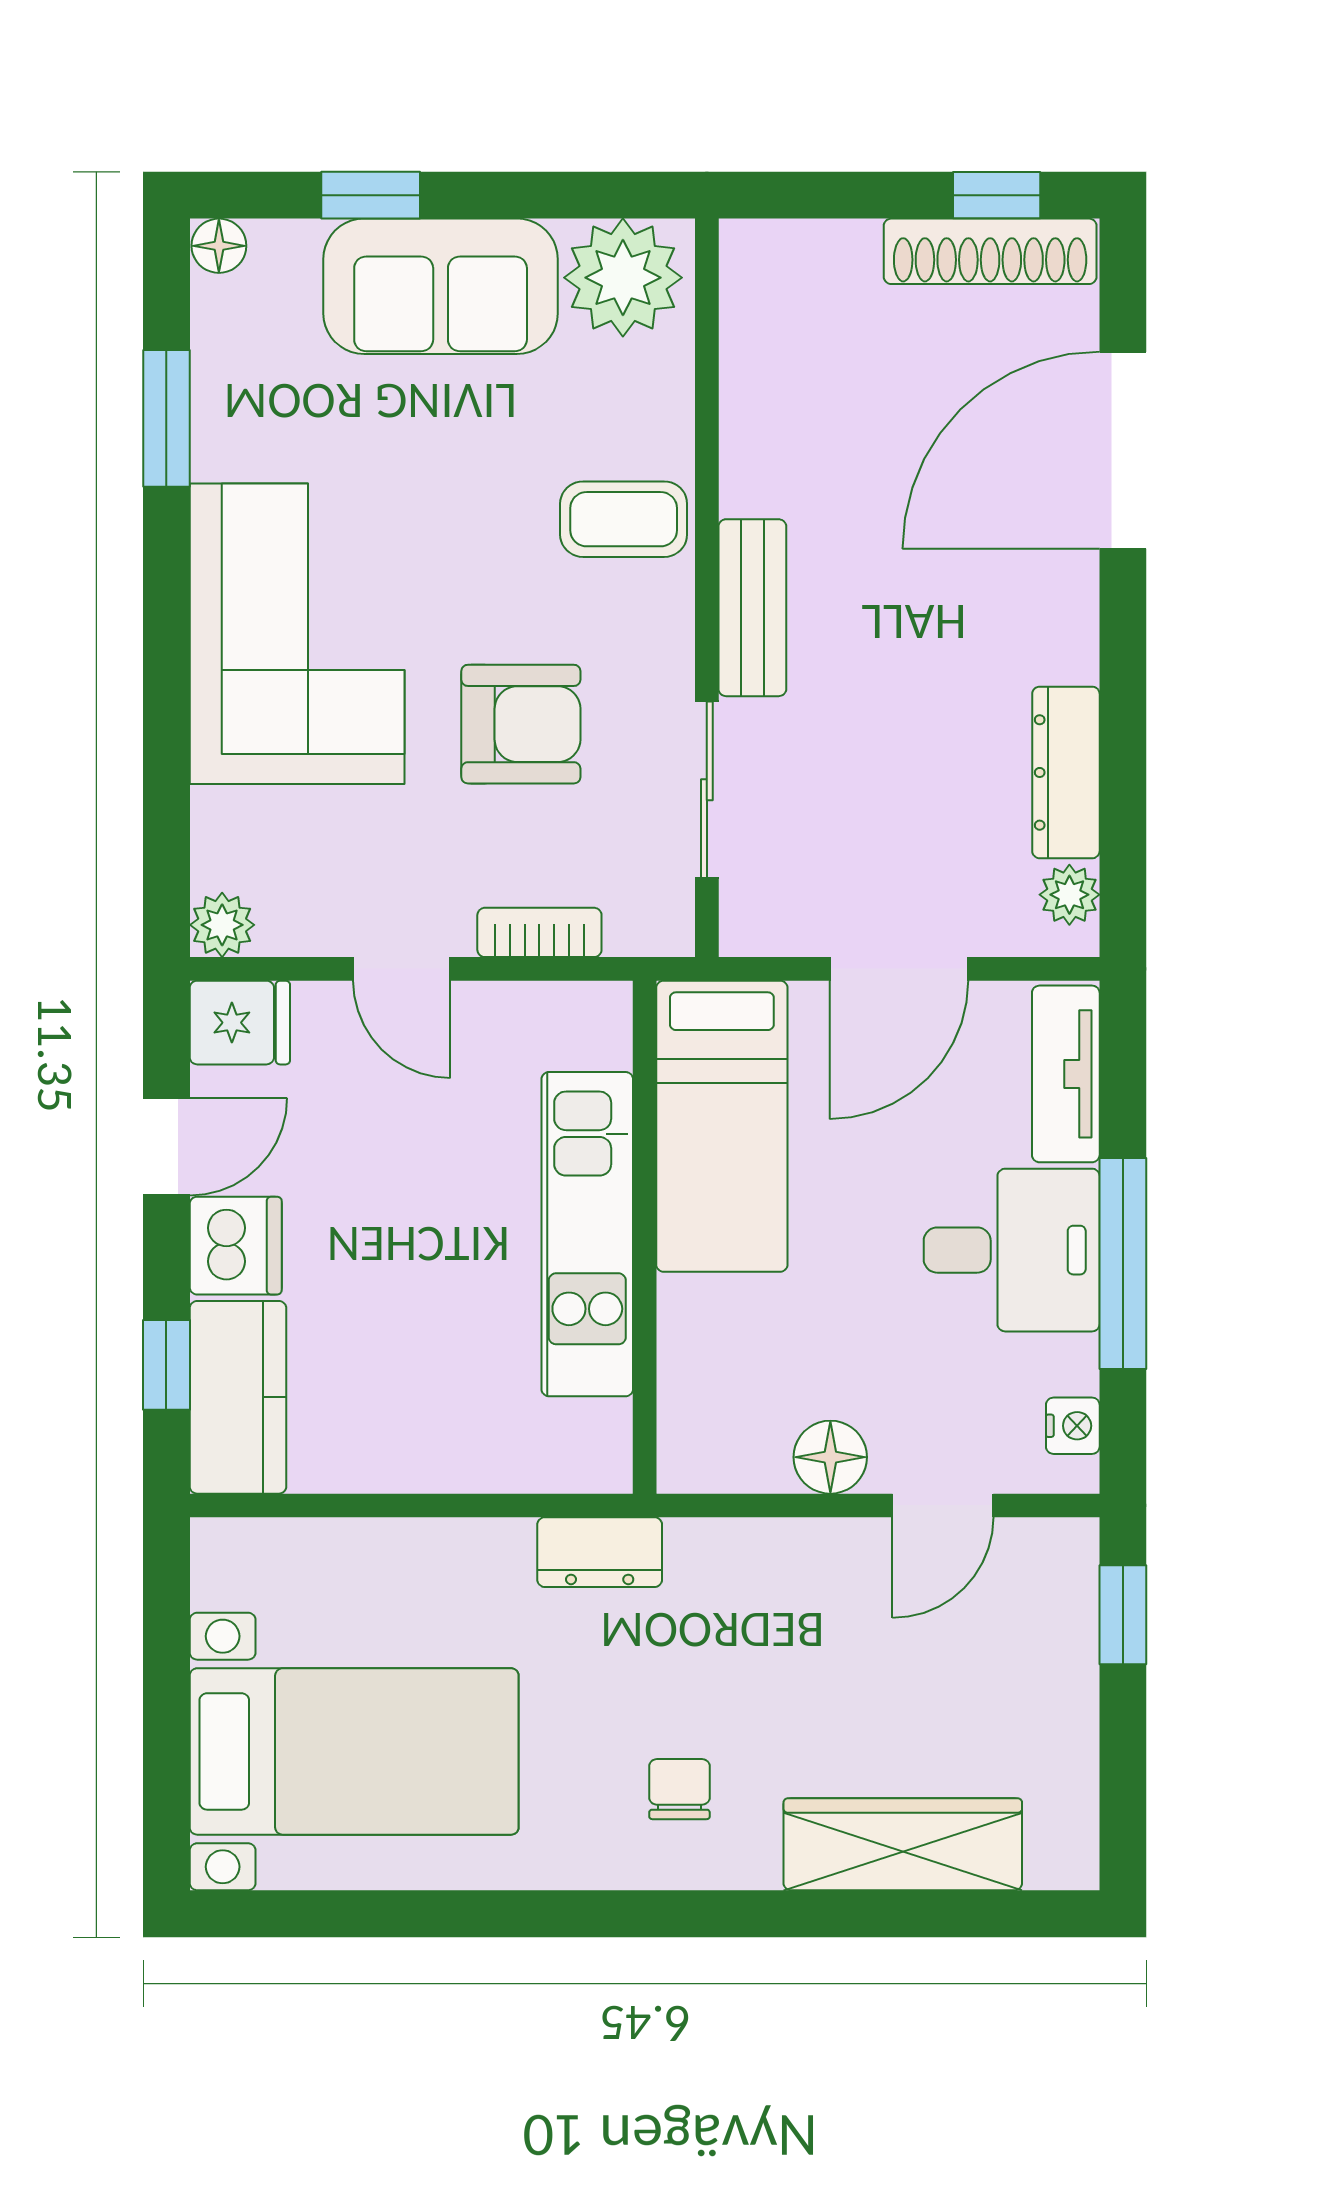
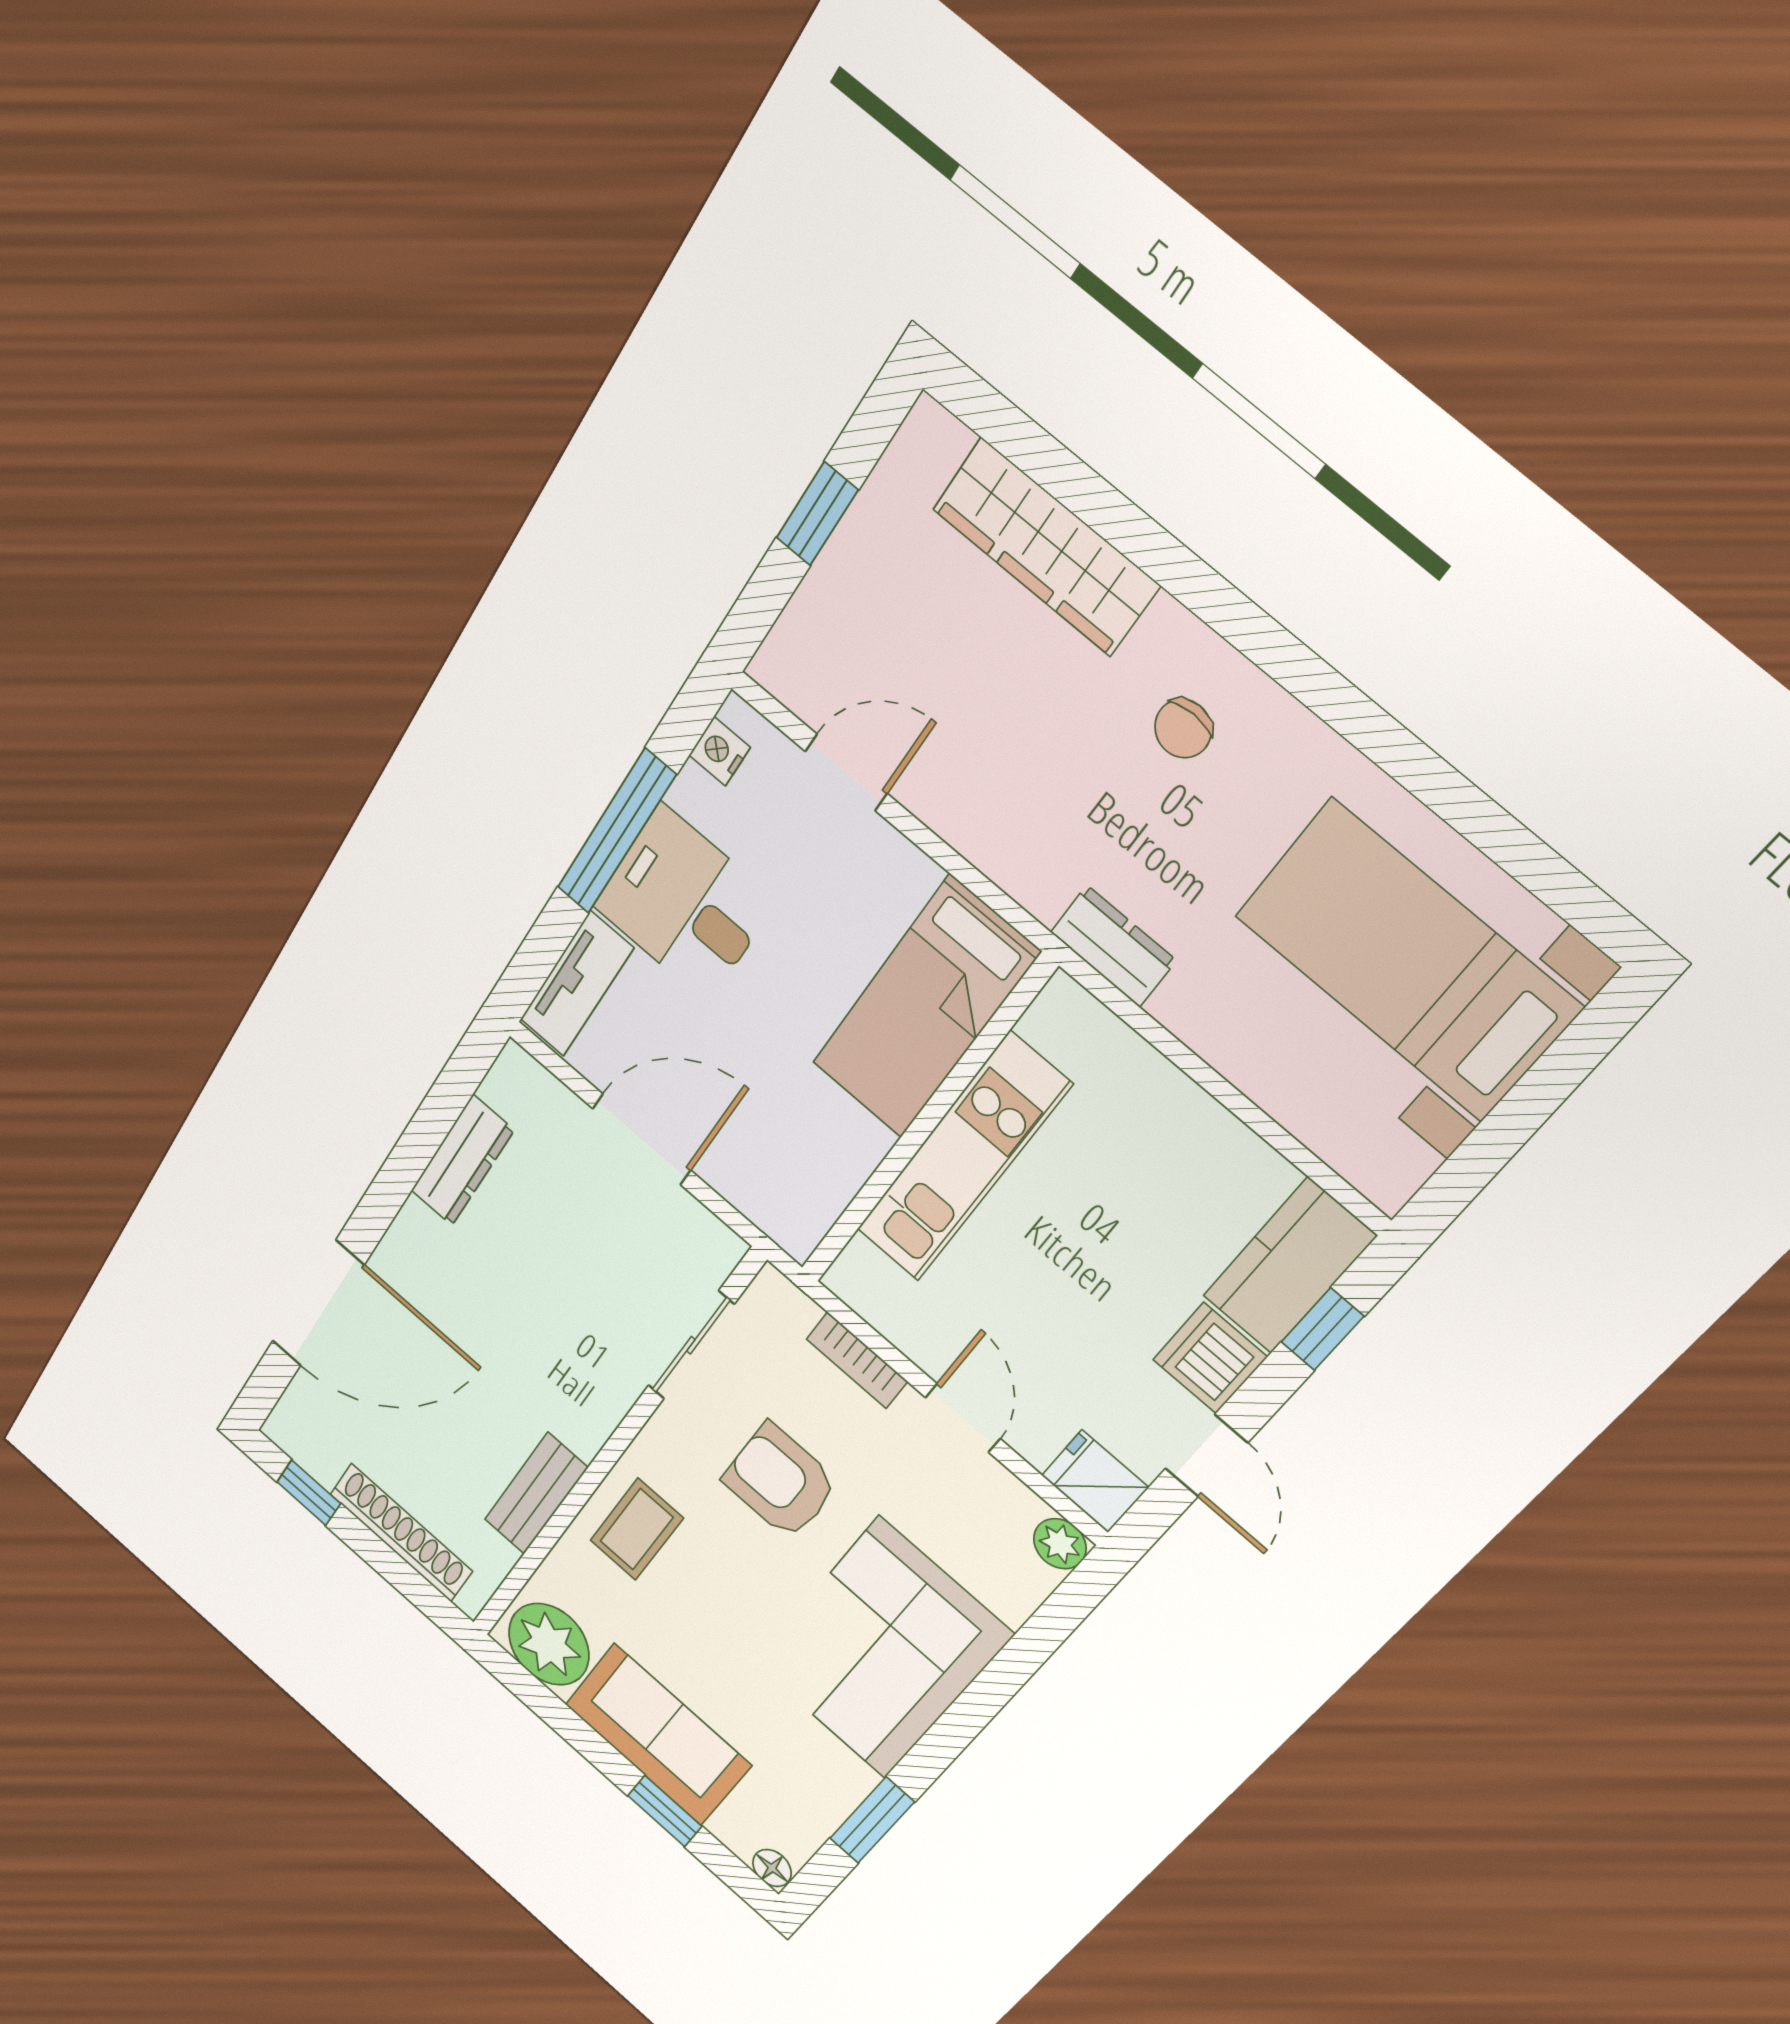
shoe rack: (990, 251) -> (401, 1533), moved
coffee table: (624, 519) -> (637, 1529), turned 90
bench: (752, 608) -> (536, 1494), moved
plant: (1069, 895) -> (505, 1089), removed
bed: (722, 1126) -> (925, 1008), moved, turned 180
door: (166, 1147) -> (1206, 1456), swing flipped
floor lamp: (830, 1457) -> (902, 872), removed
window: (1123, 1615) -> (817, 514), moved

